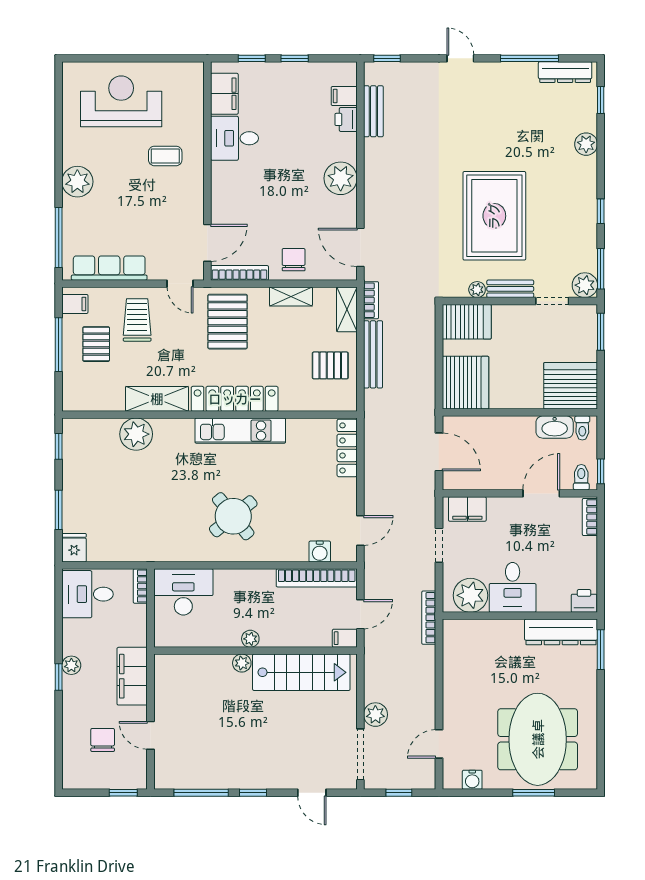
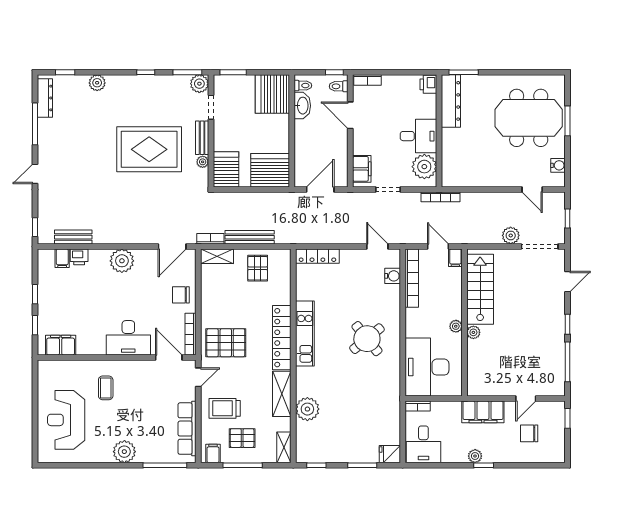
desk: (234, 138) -> (128, 338), moved, width x1.37
shelving: (291, 296) -> (284, 447), moved
desk: (183, 592) -> (427, 367), width x1.36, depth x1.30

